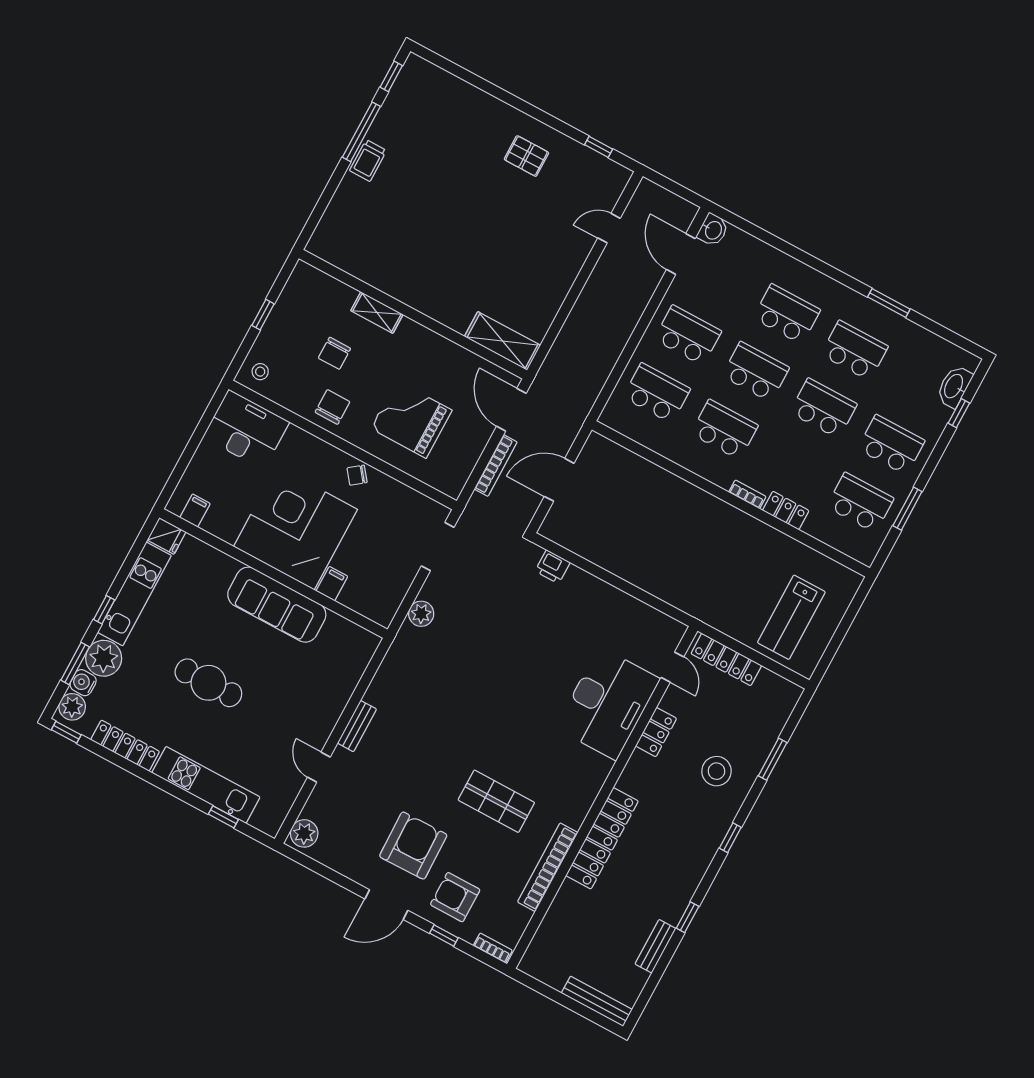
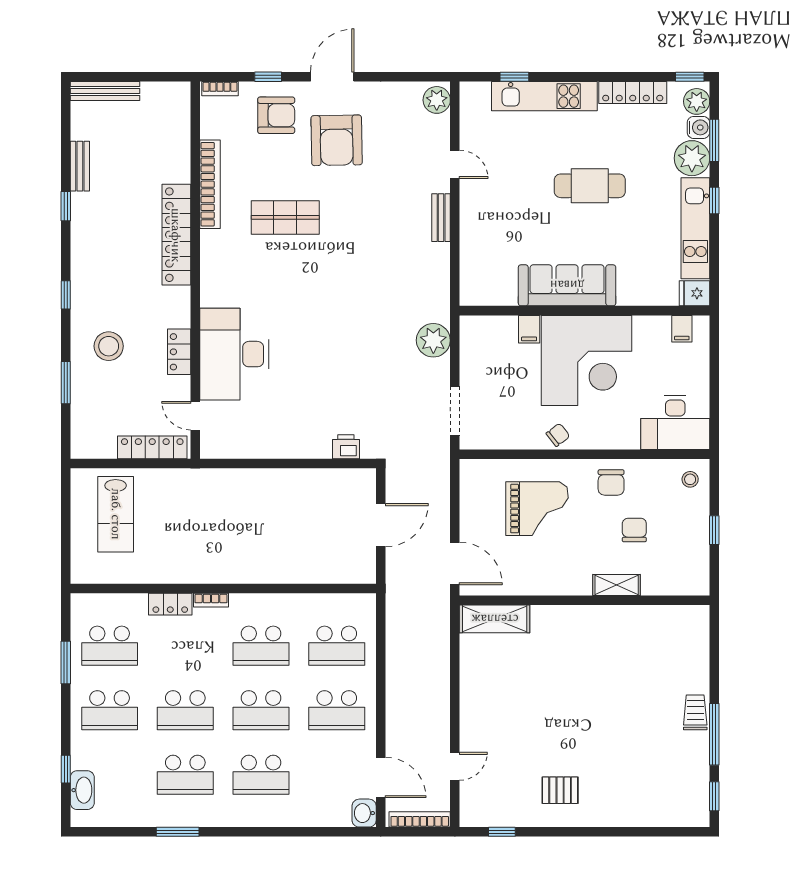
bookcase: (496, 466) -> (420, 819), moved, turned 90
plant: (421, 614) -> (433, 340), width x1.36, depth x1.36
lab bench: (791, 617) -> (116, 514), turned 180

